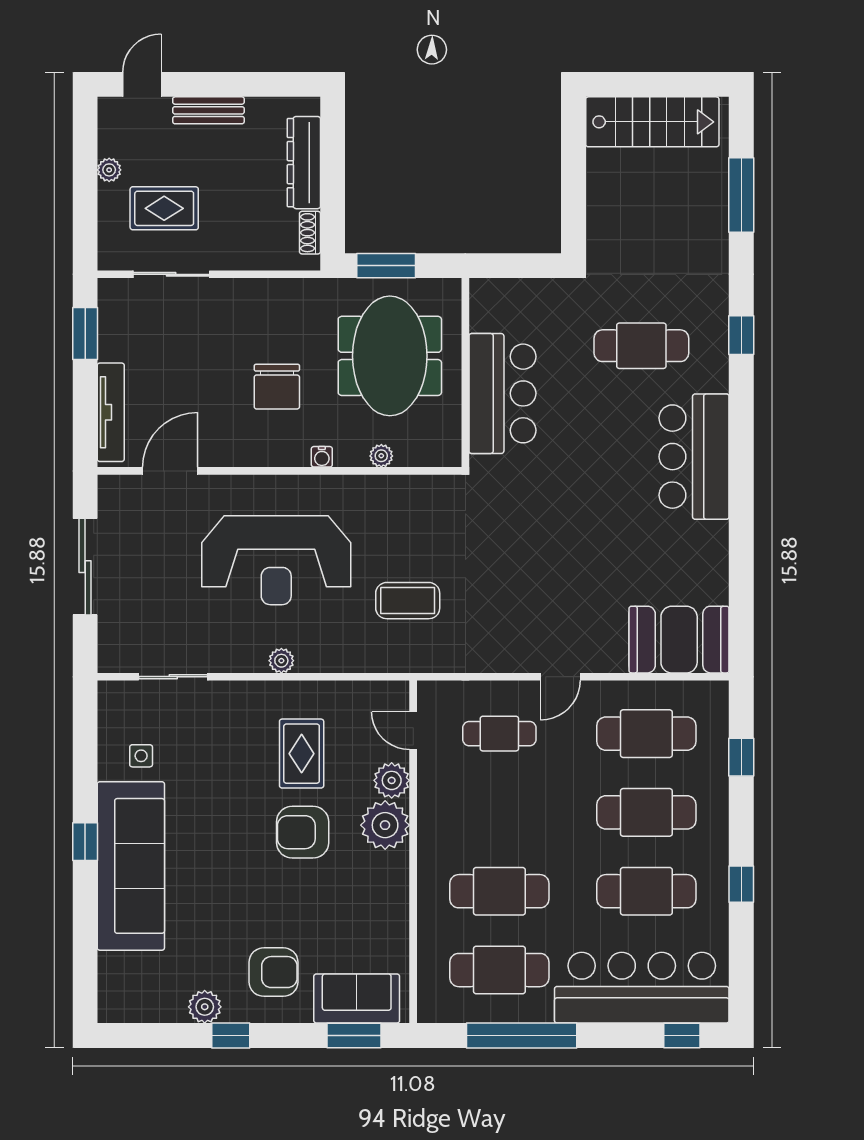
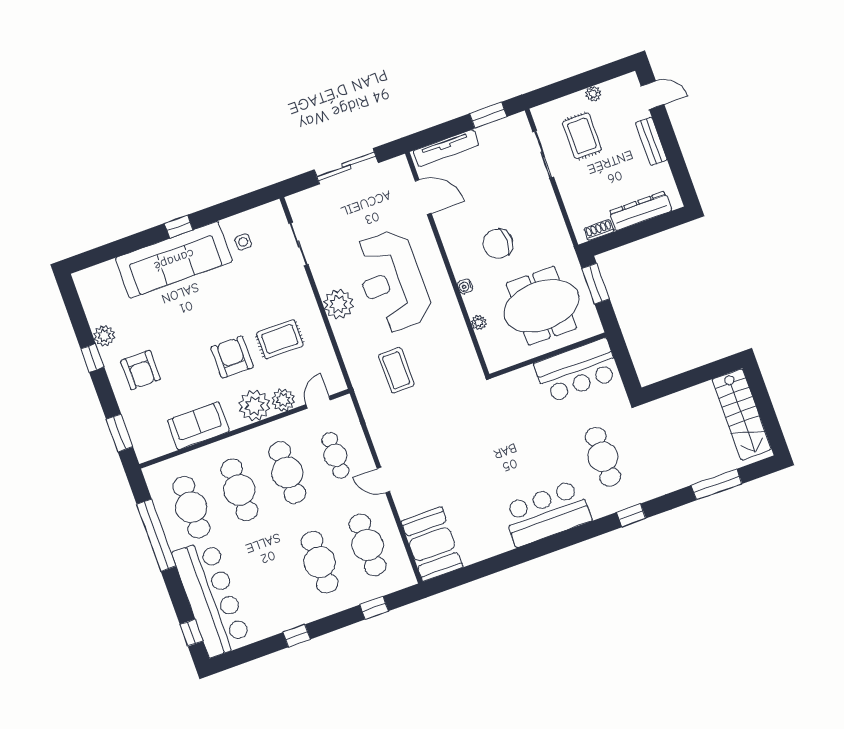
bar counter: (502, 393) -> (577, 370), moved
plant: (281, 661) -> (339, 304), width x1.88, depth x1.88
cafe table: (646, 891) -> (287, 473), moved
sofa: (357, 999) -> (198, 426), moved, turned -90

